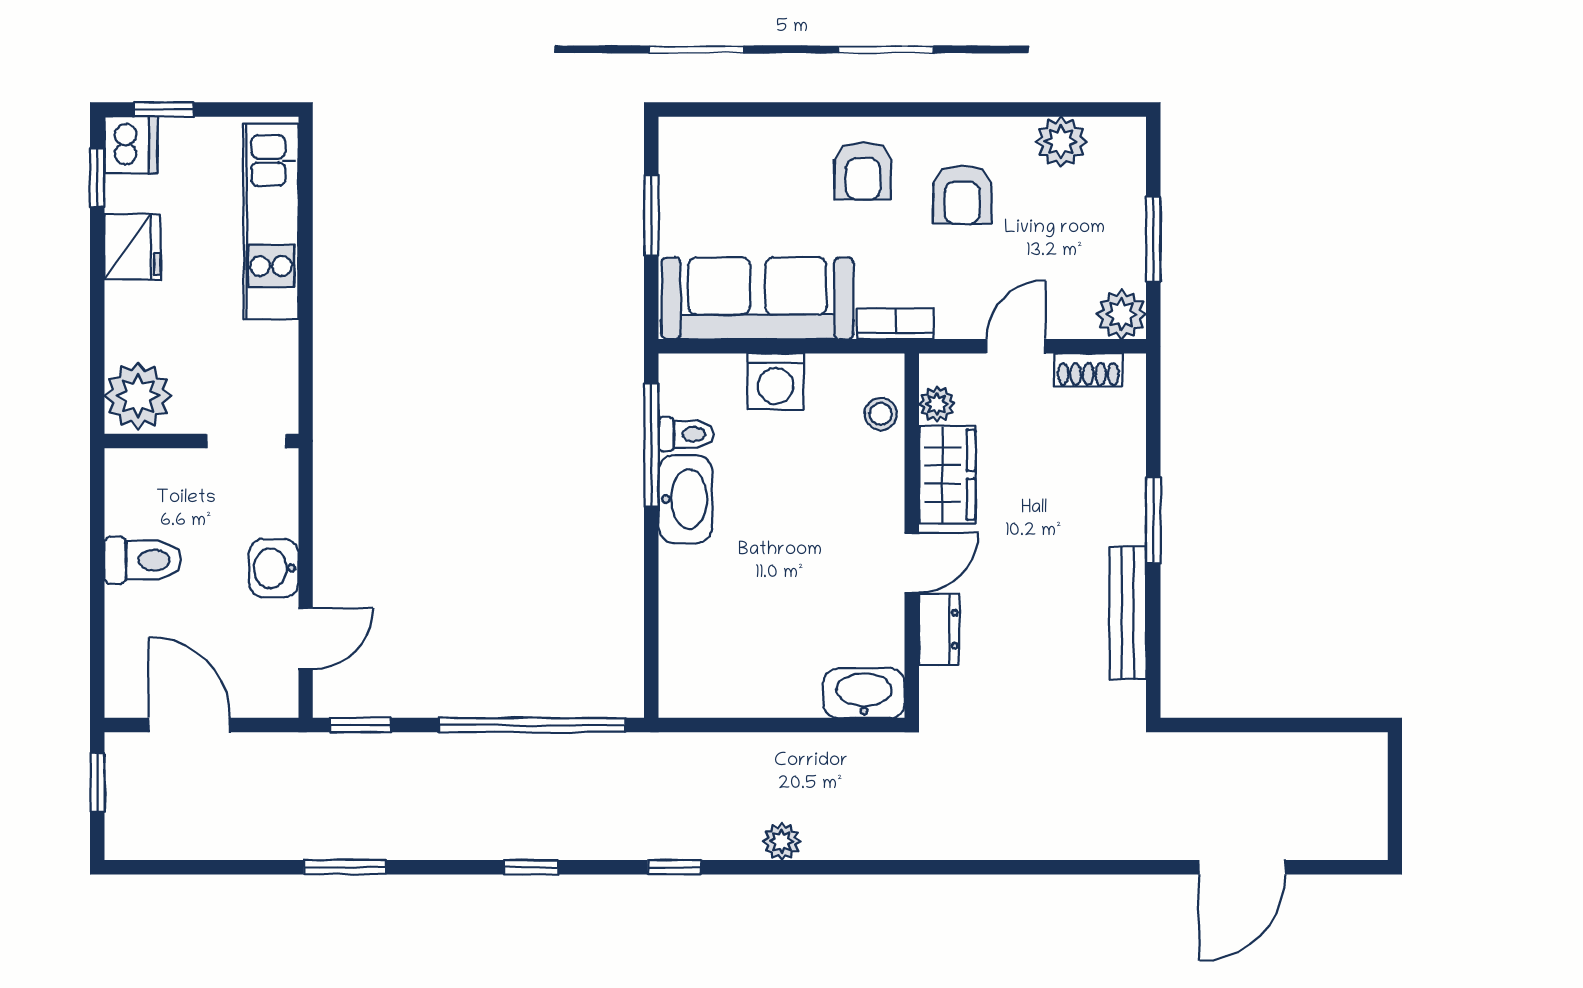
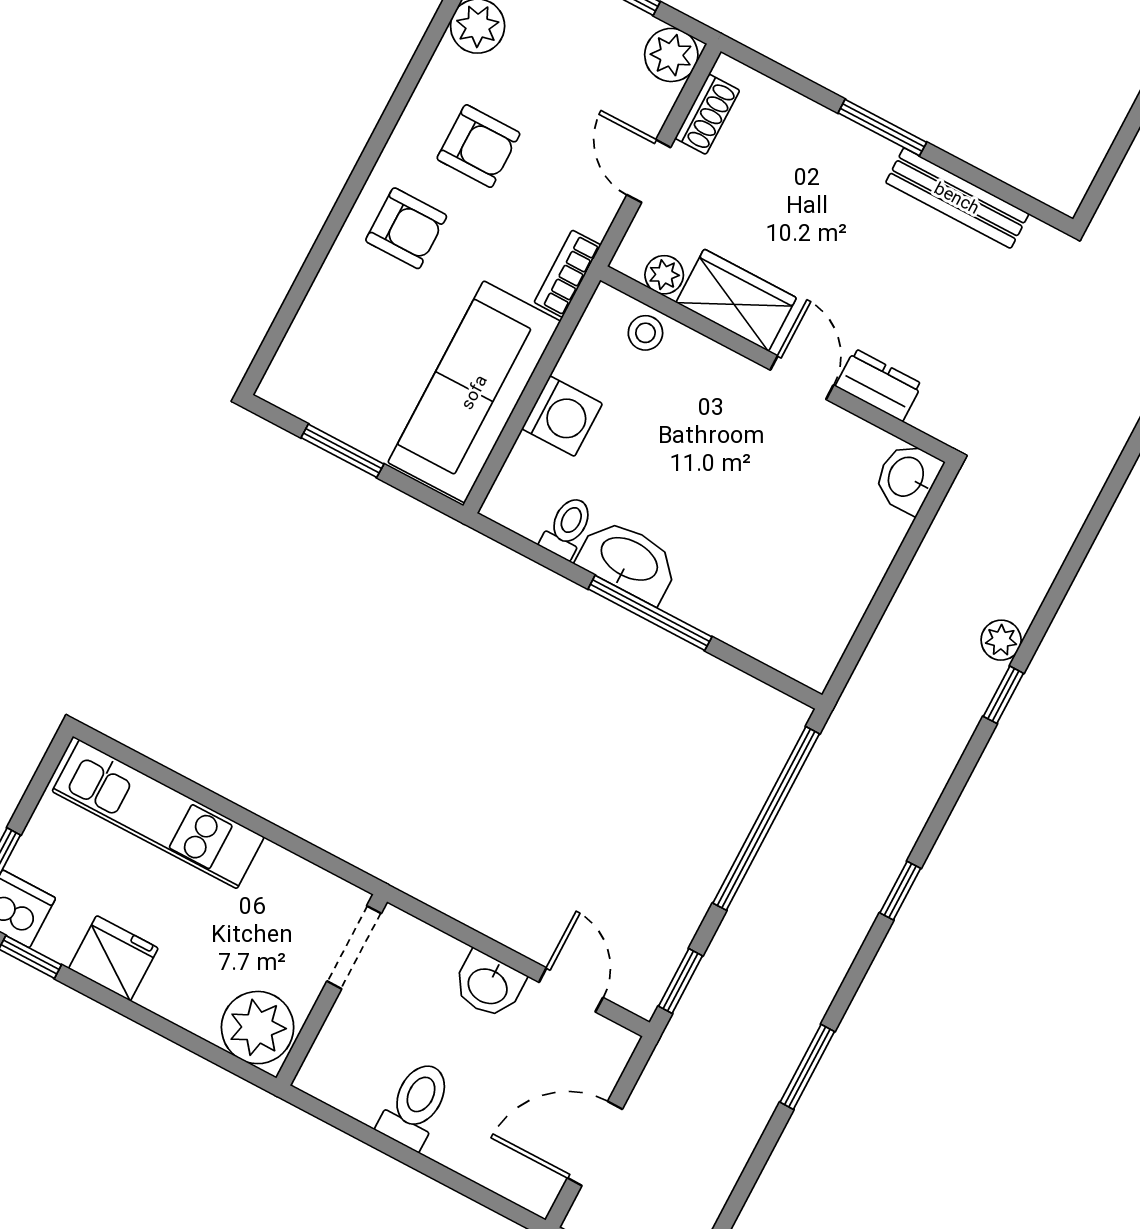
window: (651, 445) -> (650, 613), moved
washbasin: (864, 693) -> (907, 477), width x0.72
window: (674, 867) -> (1003, 695), moved

